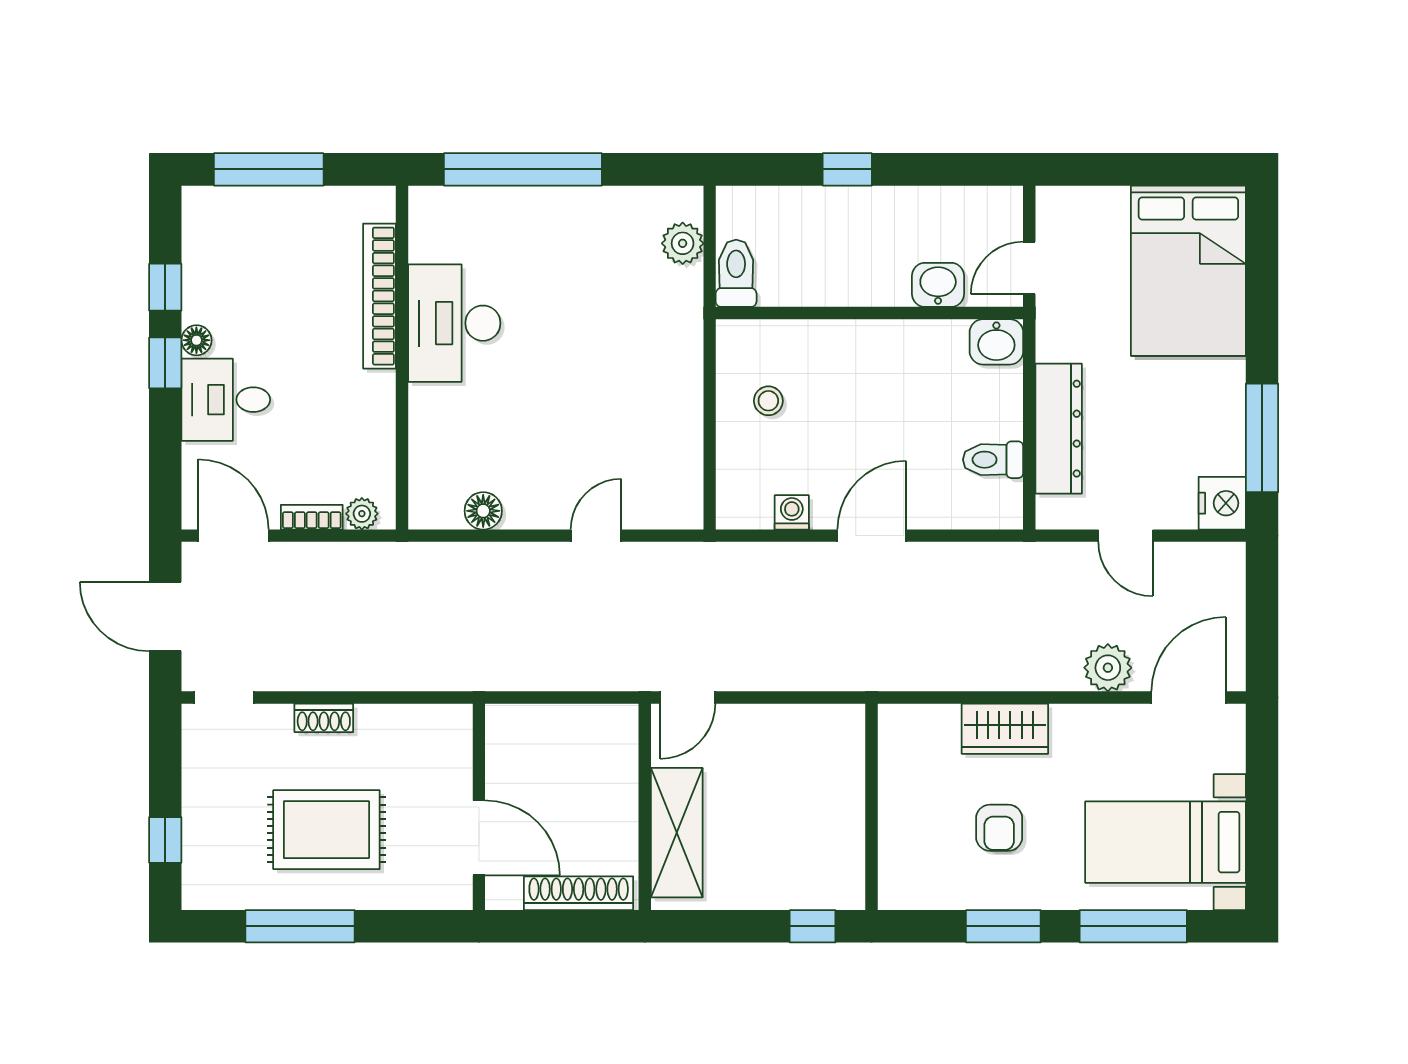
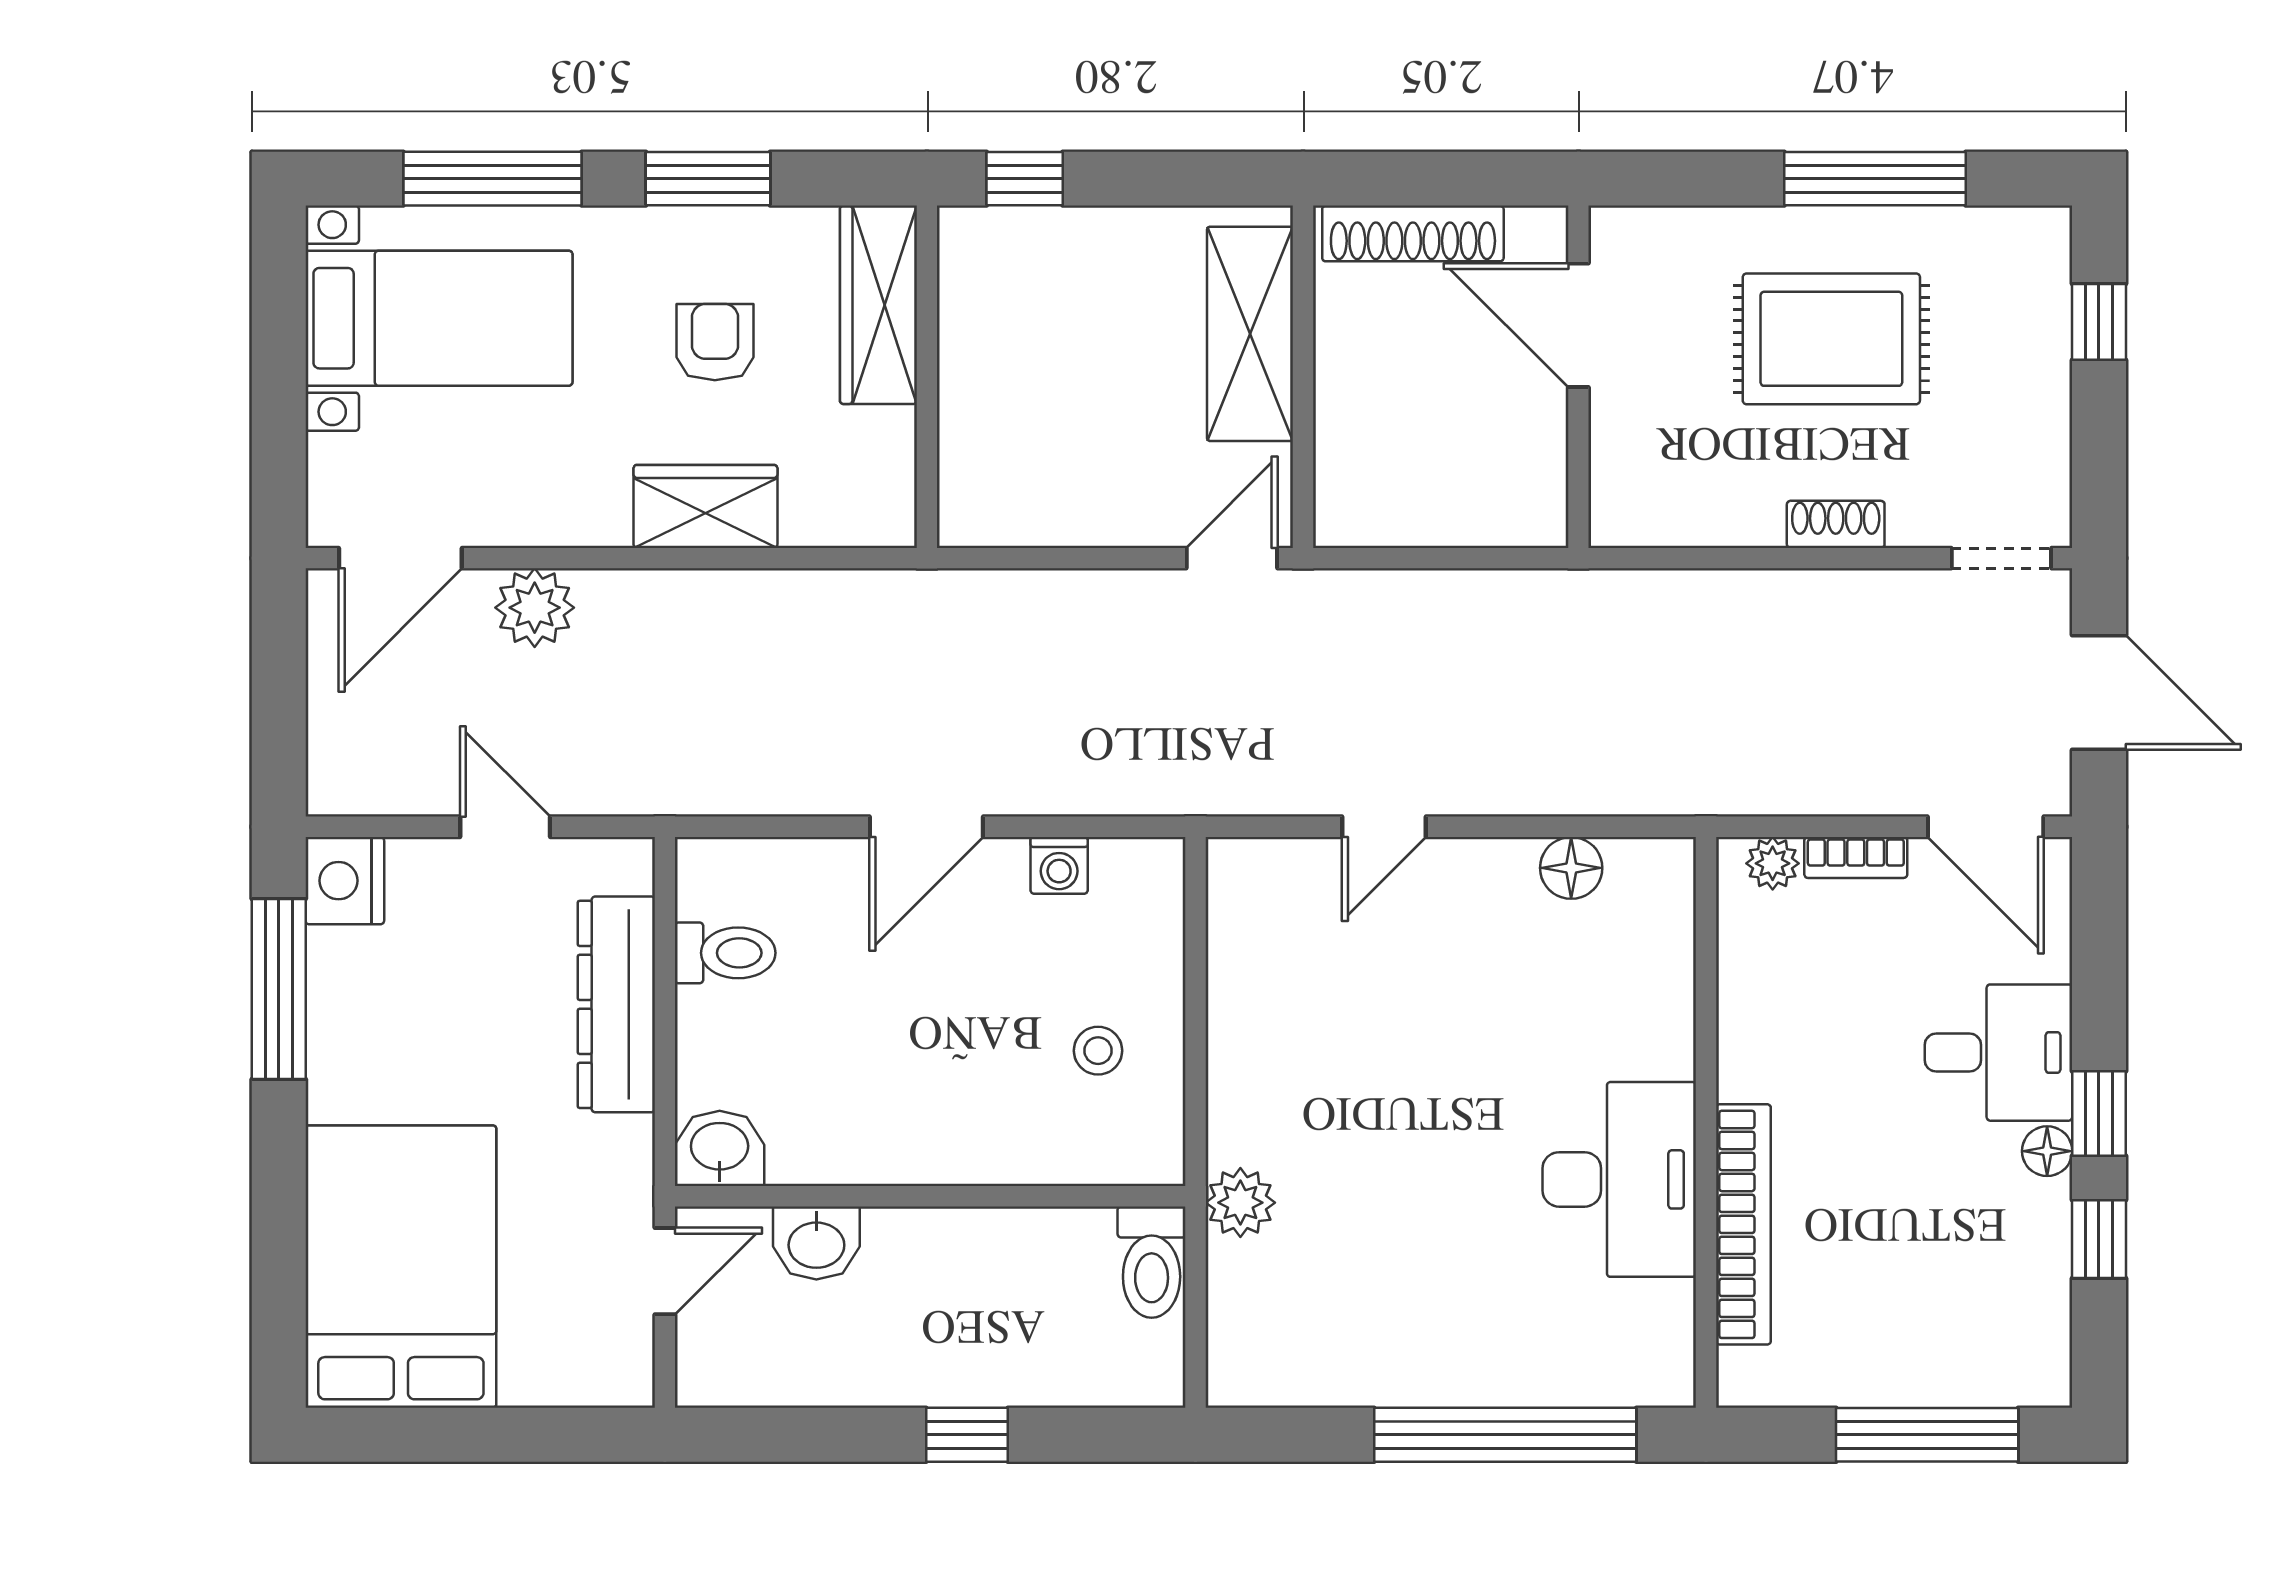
plant: (683, 243) -> (1240, 1203), moved
wardrobe: (901, 850) -> (878, 305), added

